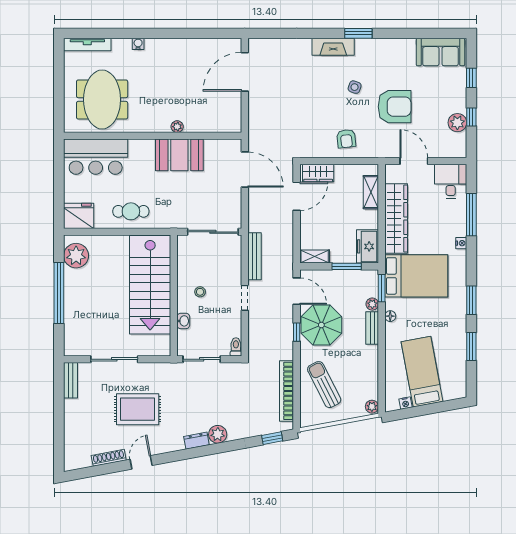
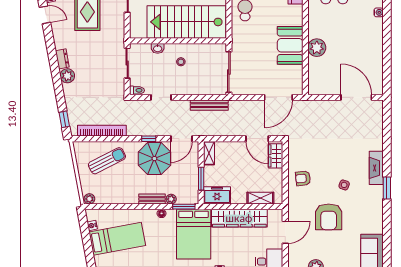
plant: (177, 127) -> (317, 48), width x1.87, depth x1.87
doorway: (245, 298) -> (161, 97), moved

